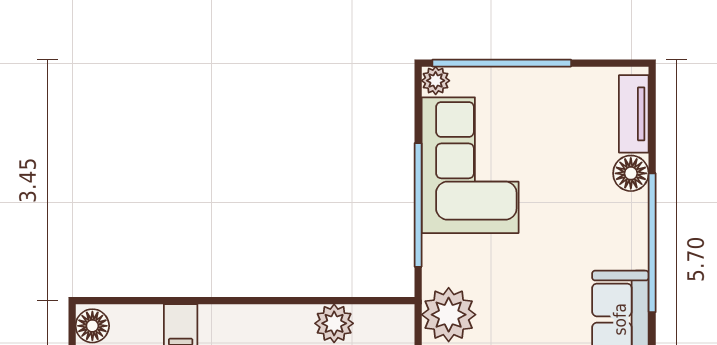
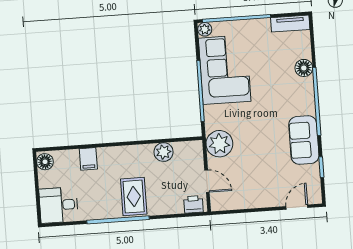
tv unit: (634, 114) -> (290, 24), moved, turned -90

